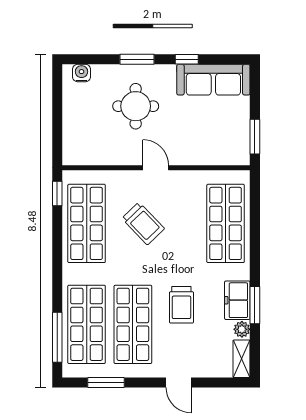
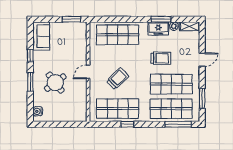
sofa: (213, 80) -> (41, 36), width x0.73
round table: (136, 106) -> (55, 83), turned -37
window: (57, 194) -> (127, 124), moved

